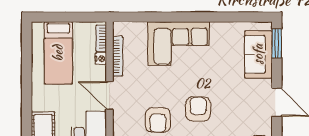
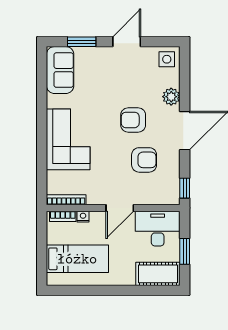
window: (277, 43) -> (82, 42), moved
sofa: (258, 54) -> (60, 70), moved, turned -90
bookcase: (118, 56) -> (66, 200), moved

